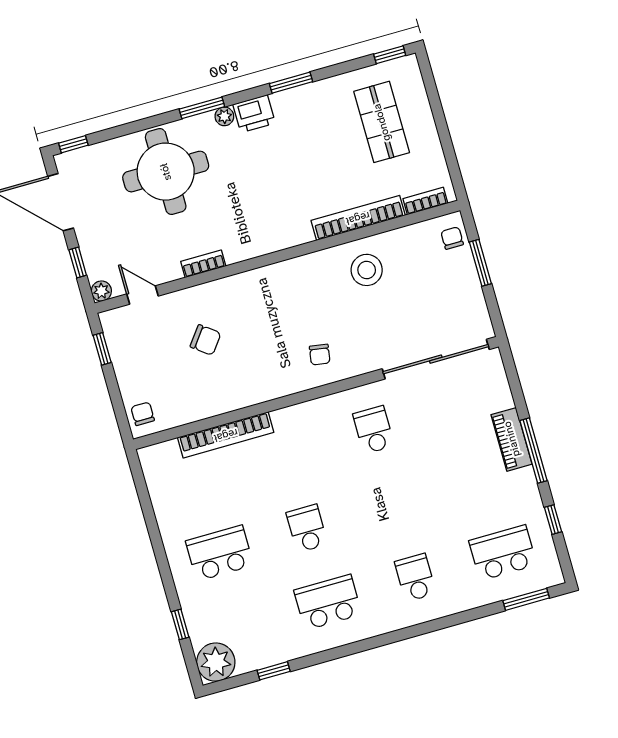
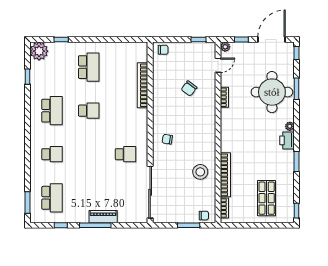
window: (202, 108) -> (297, 89), moved
shop shelf: (382, 122) -> (267, 198), turned 90

